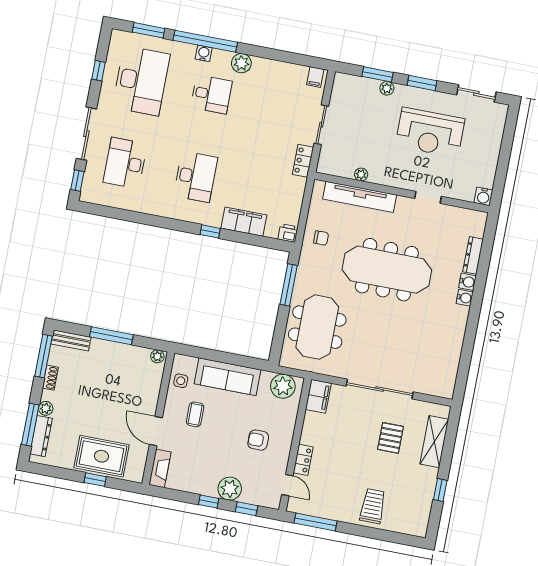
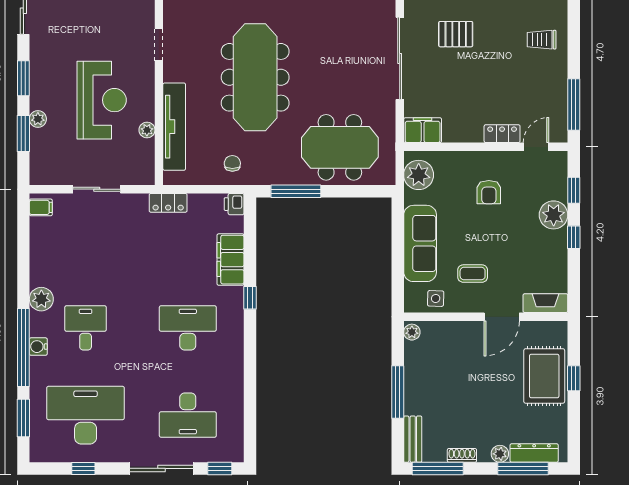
reception desk: (430, 132) -> (102, 100), moved
locker: (303, 161) -> (168, 203), moved
trolley: (373, 506) -> (542, 40), width x0.73, depth x0.72

